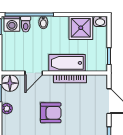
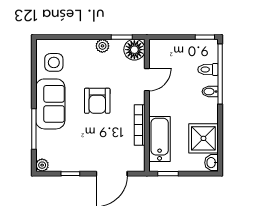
washing machine: (12, 24) -> (208, 52), removed
bathtub: (67, 63) -> (160, 139), moved
door: (34, 73) -> (147, 80), swing flipped

